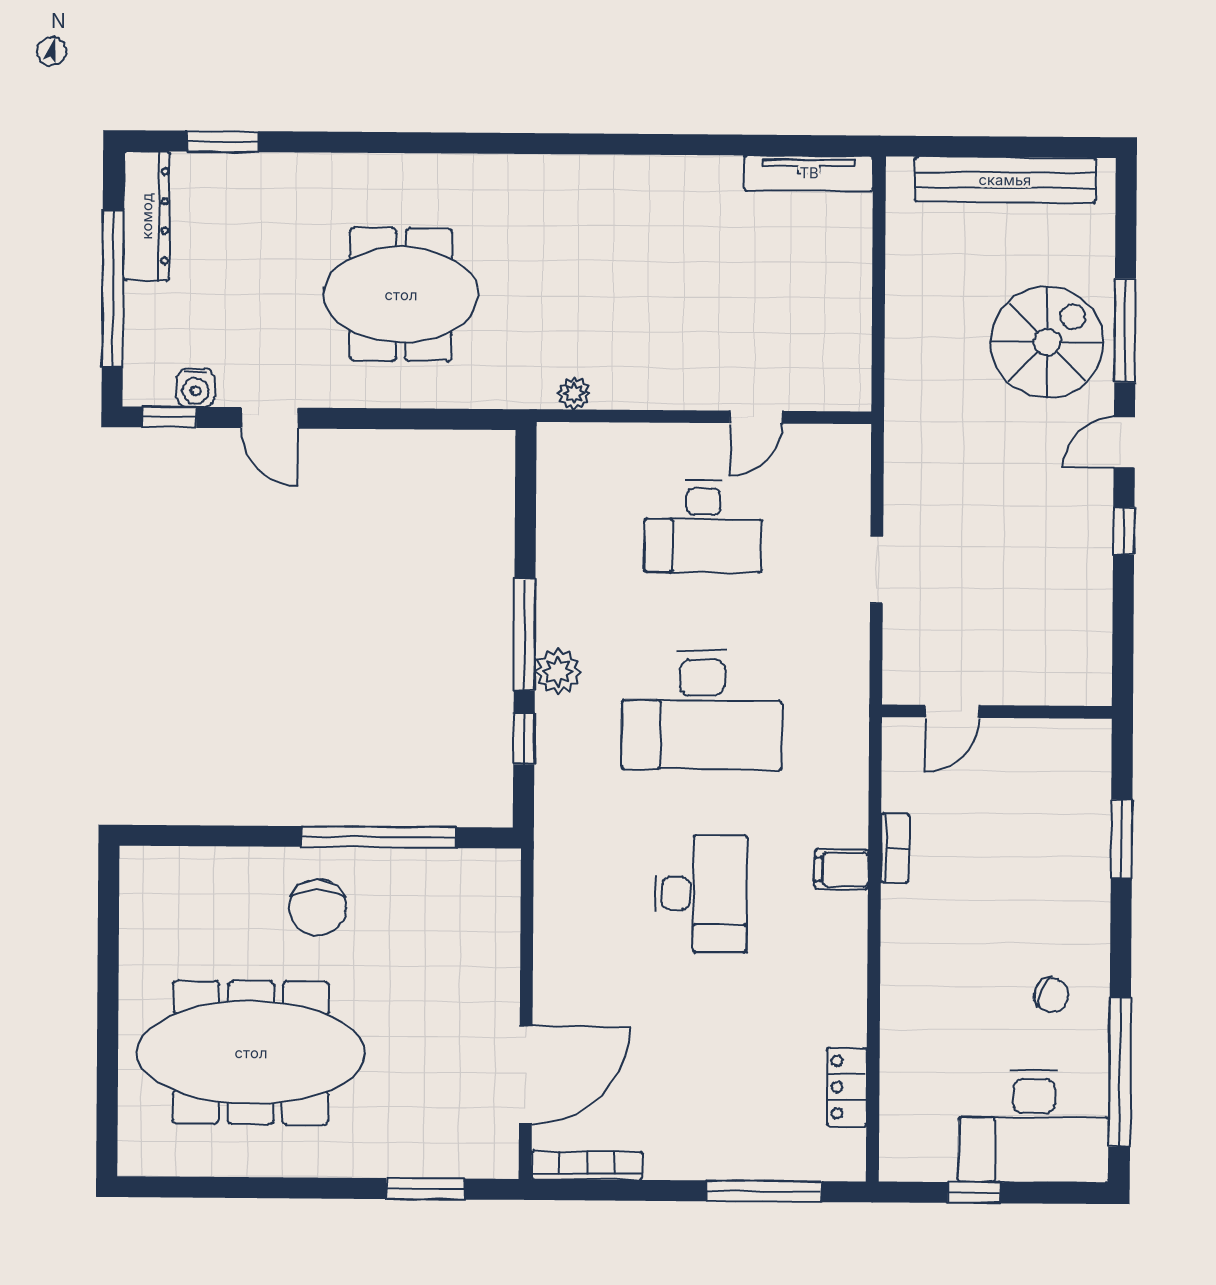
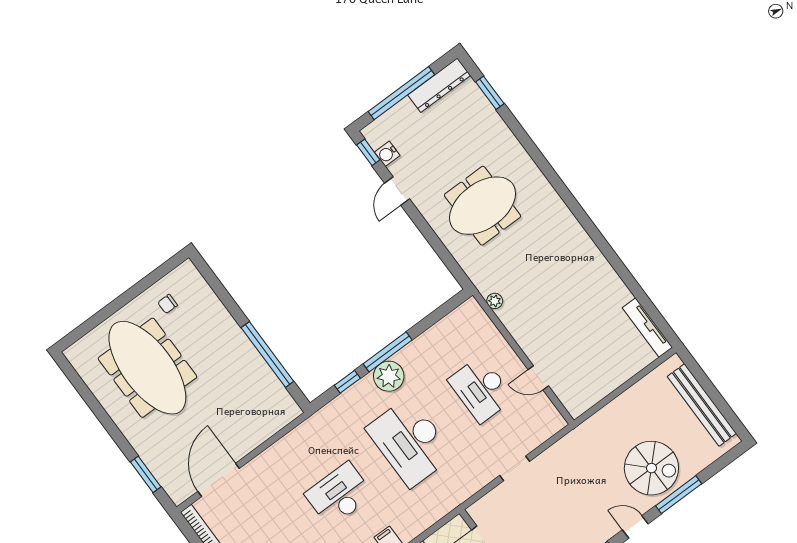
meeting table: (401, 295) -> (483, 206), turned 90
plant: (558, 671) -> (389, 376), width x1.36, depth x1.36
desk: (701, 893) -> (339, 495), turned 180
chair: (318, 908) -> (168, 304), moved, width x0.54, depth x0.54
door: (526, 1075) -> (219, 480), swing flipped

